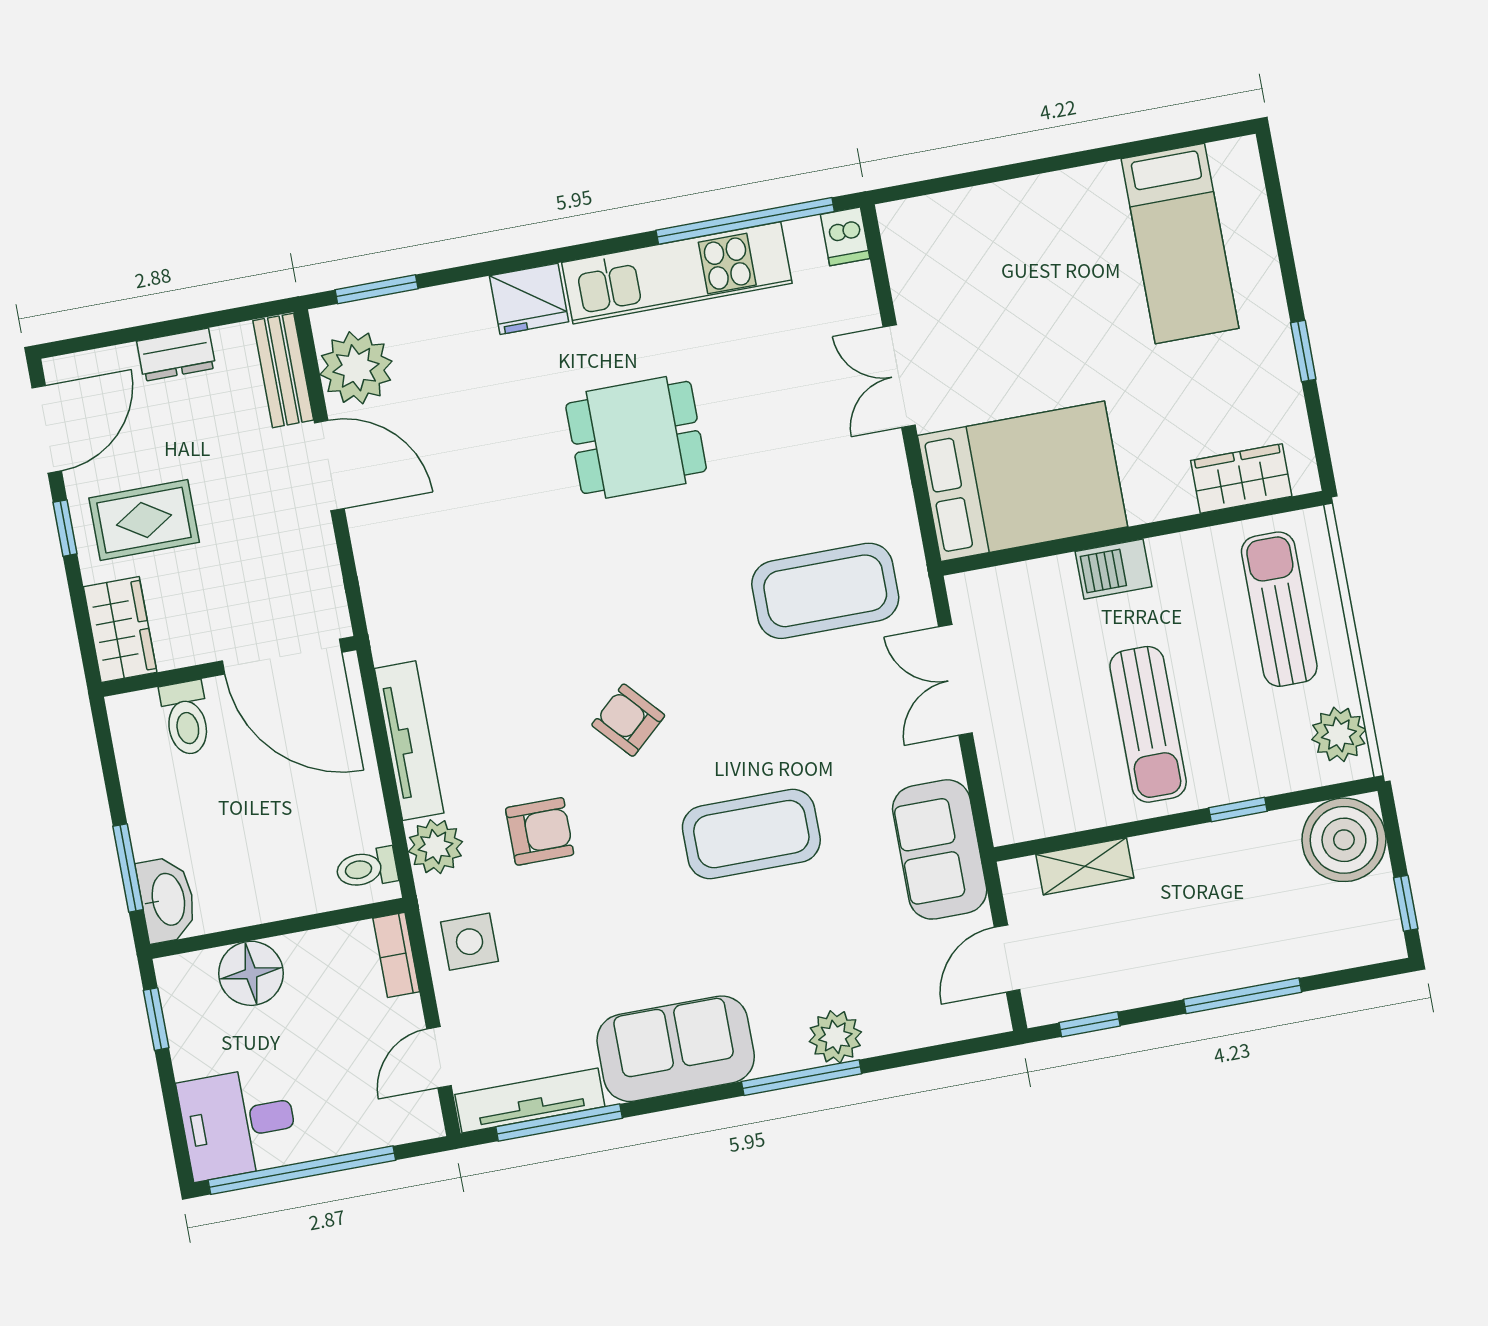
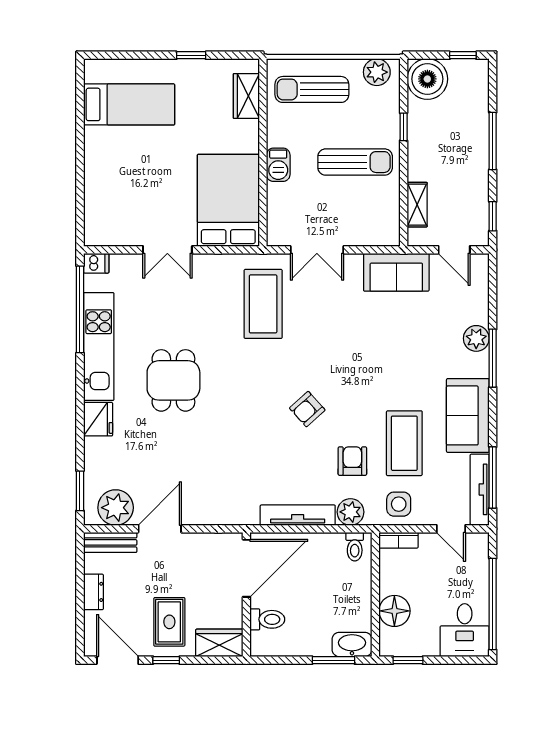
coffee table: (751, 834) -> (404, 443), moved

